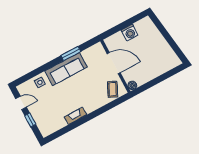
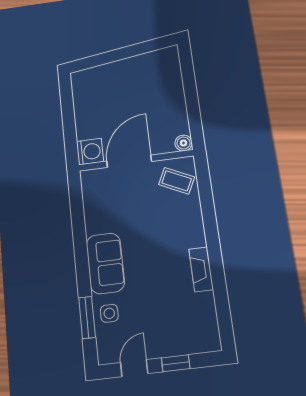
washing machine: (130, 33) -> (90, 152), moved
window: (71, 53) -> (87, 317), moved
sofa: (66, 69) -> (105, 263), width x0.73

